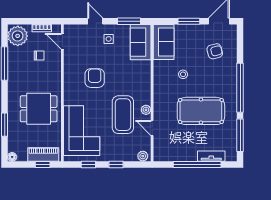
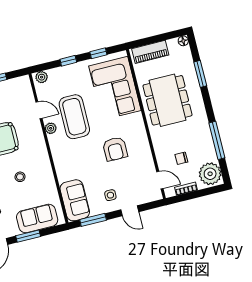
sofa: (164, 42) -> (37, 219), moved, turned 90
dining table: (39, 109) -> (167, 100), width x1.38
window: (43, 164) -> (148, 41), removed

